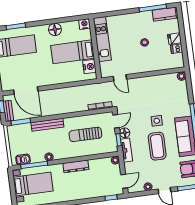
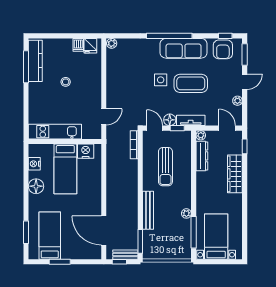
kitchen counter: (164, 14) -> (35, 61), width x1.50
nightstand: (84, 24) -> (34, 164), moved
fridge: (175, 39) -> (90, 46), moved
door: (26, 90) -> (104, 230), swing flipped
barbecue: (23, 159) -> (185, 245), removed
dresser: (76, 166) -> (202, 156), moved
wardrobe: (87, 193) -> (235, 174), added

